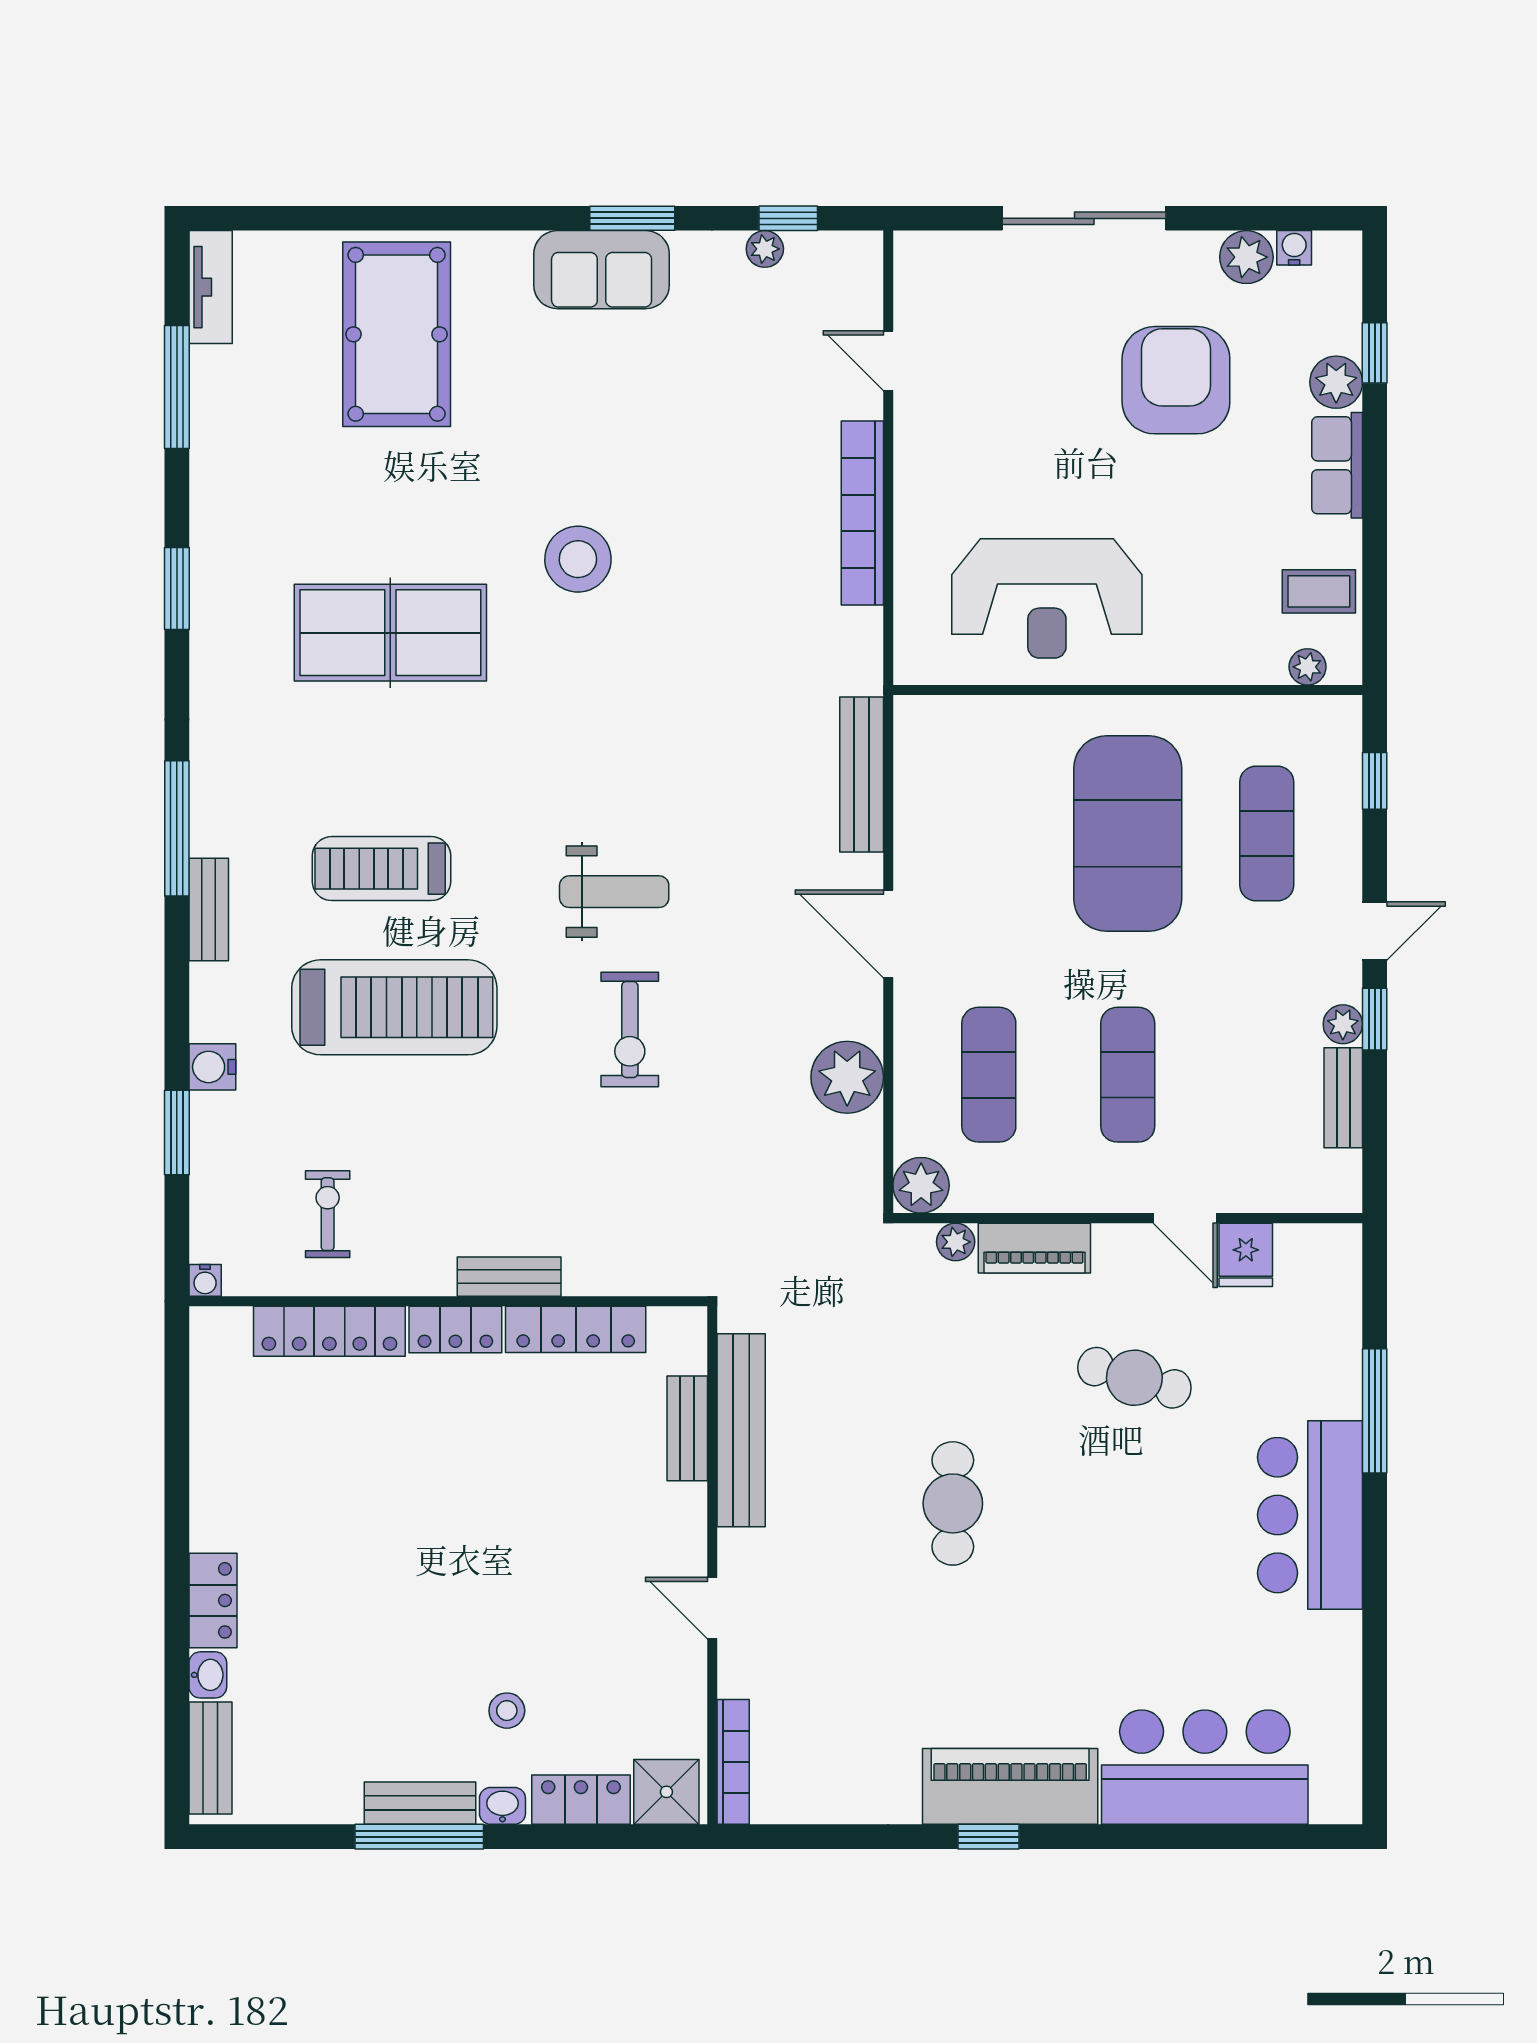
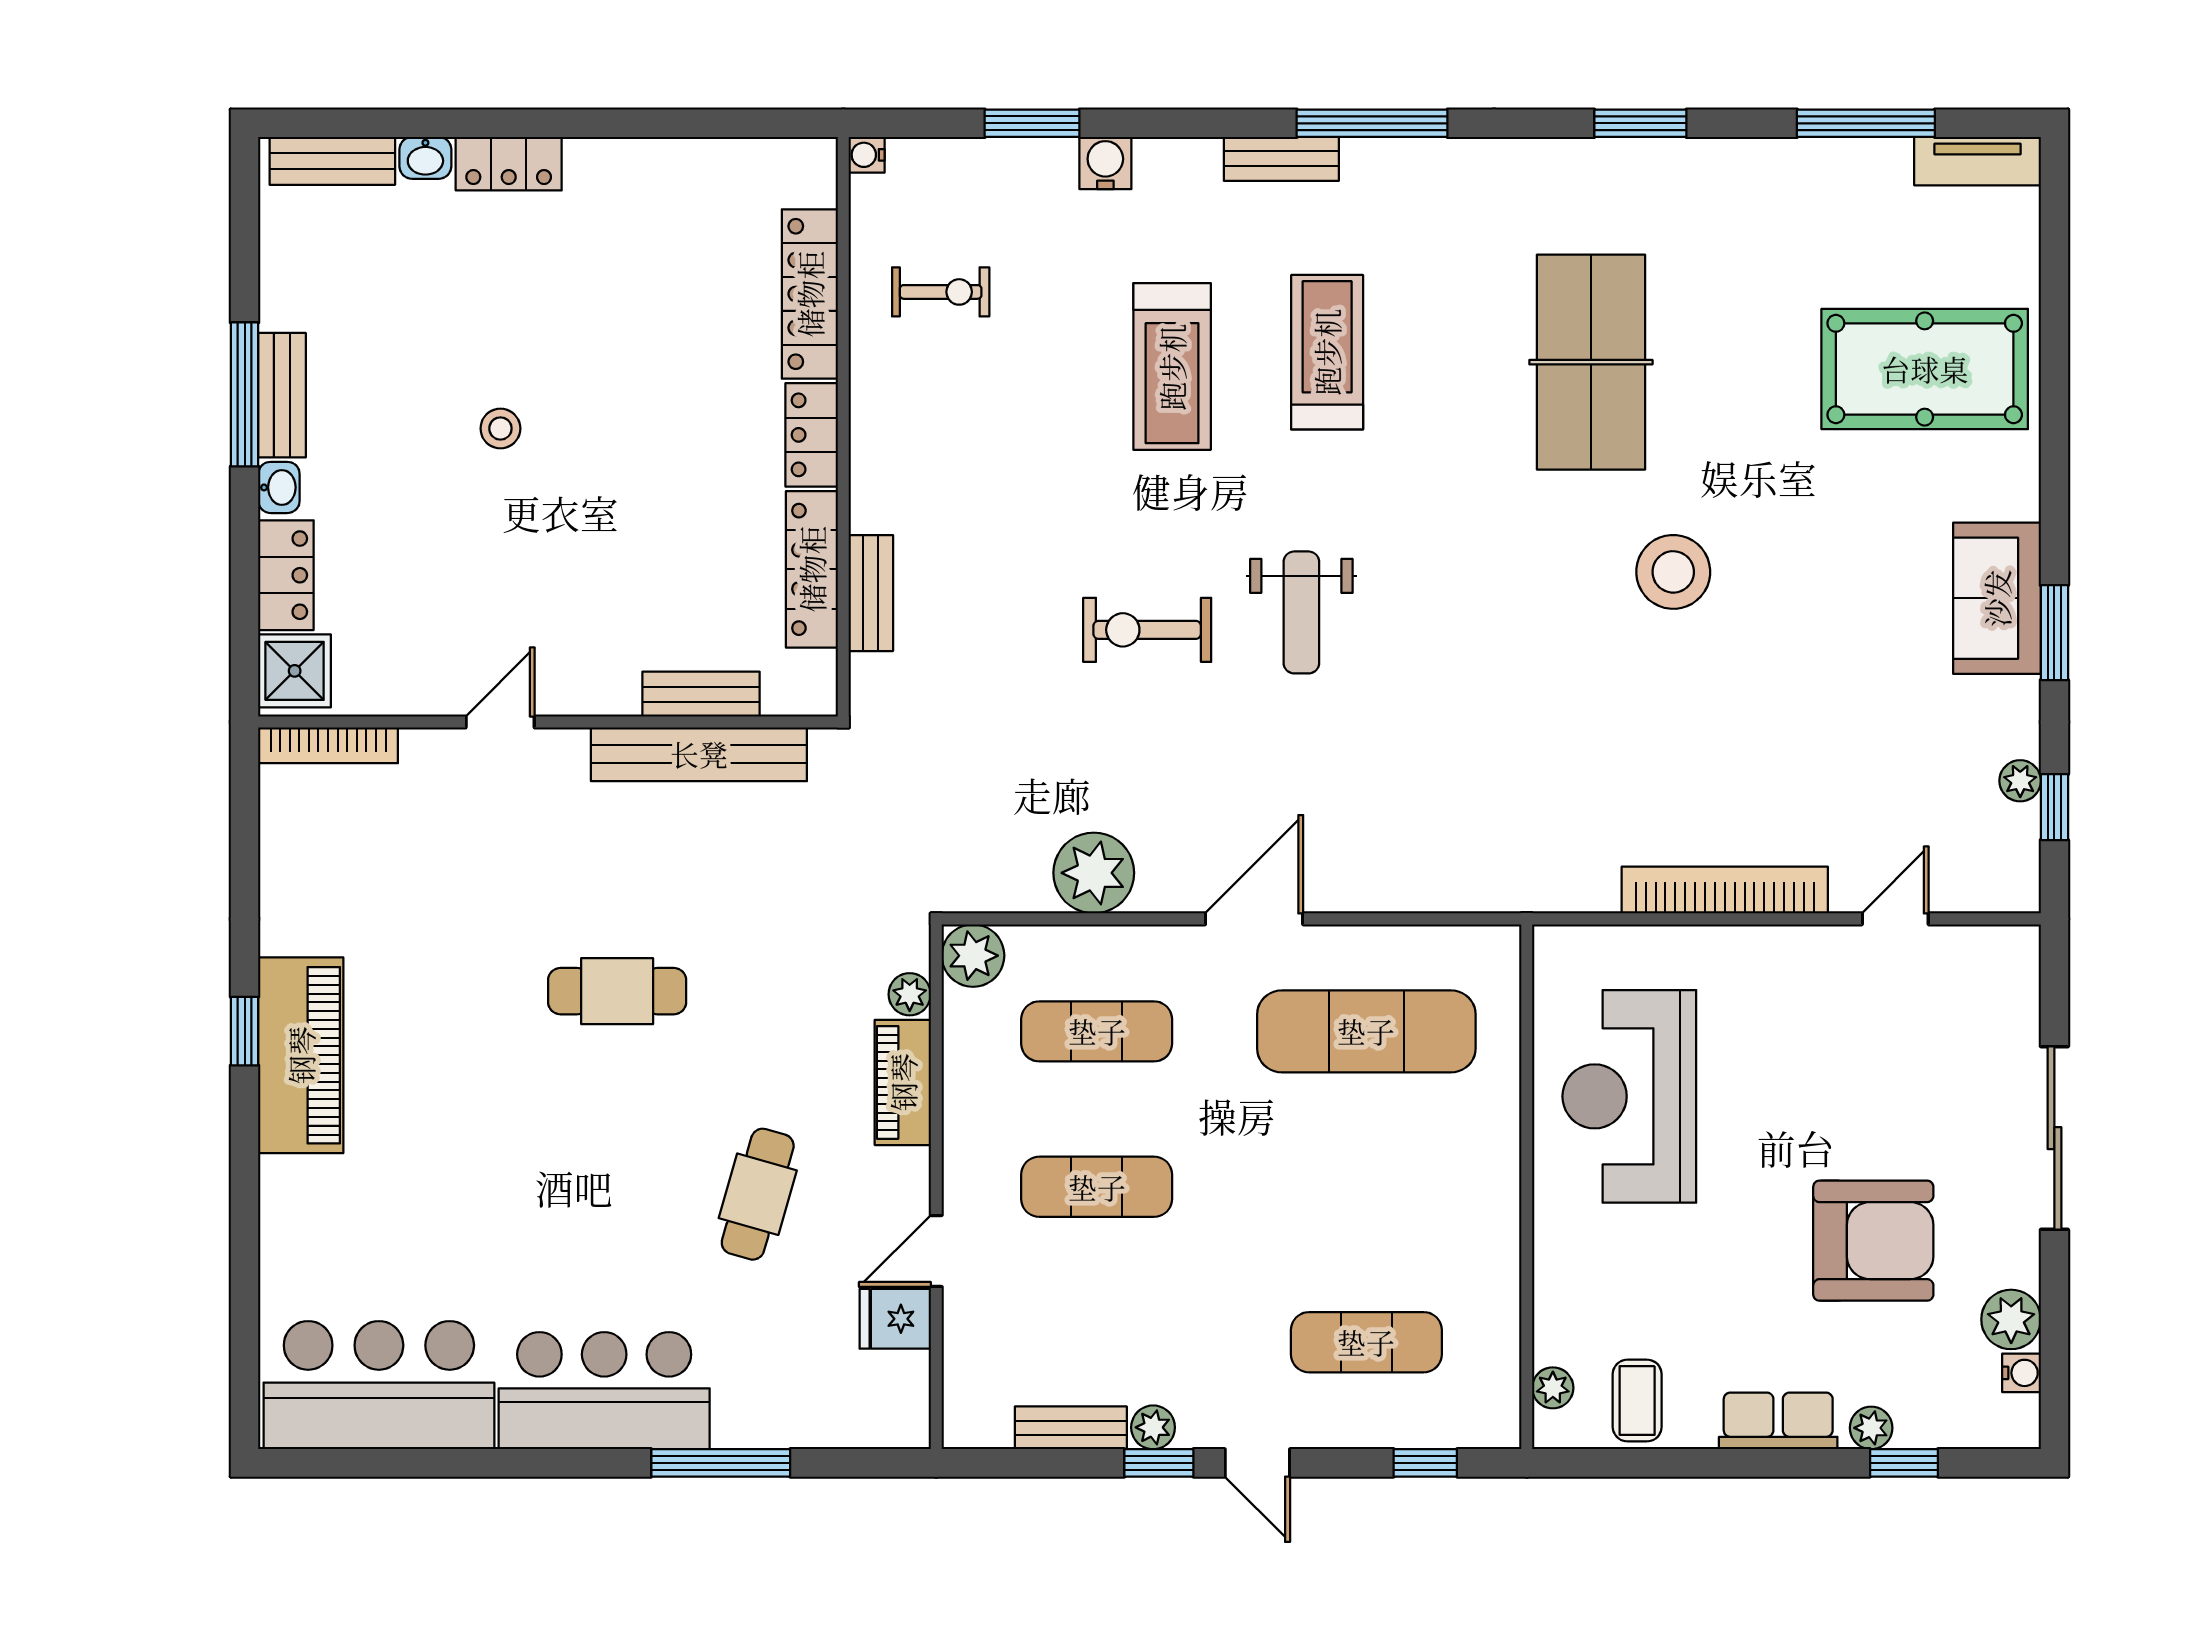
plant: (1336, 382) -> (1871, 1428), width x0.73, depth x0.73
bench: (862, 775) -> (1432, 889), removed
exercise mat: (1128, 834) -> (1366, 1031), moved, width x0.68
treadmill: (394, 1007) -> (1172, 367), width x0.73, depth x0.73
bench: (509, 1277) -> (871, 593), moved
stool: (507, 1711) -> (500, 428), moved
bar counter: (1205, 1767) -> (379, 1385), moved, turned -90

